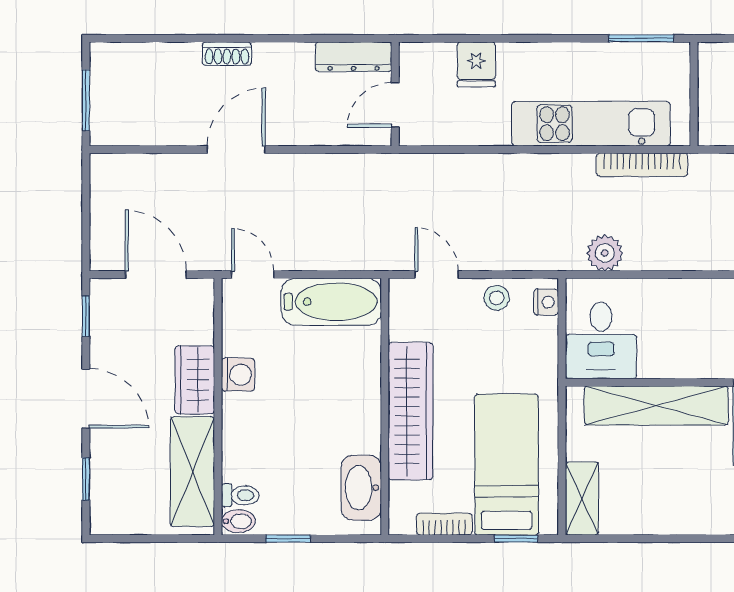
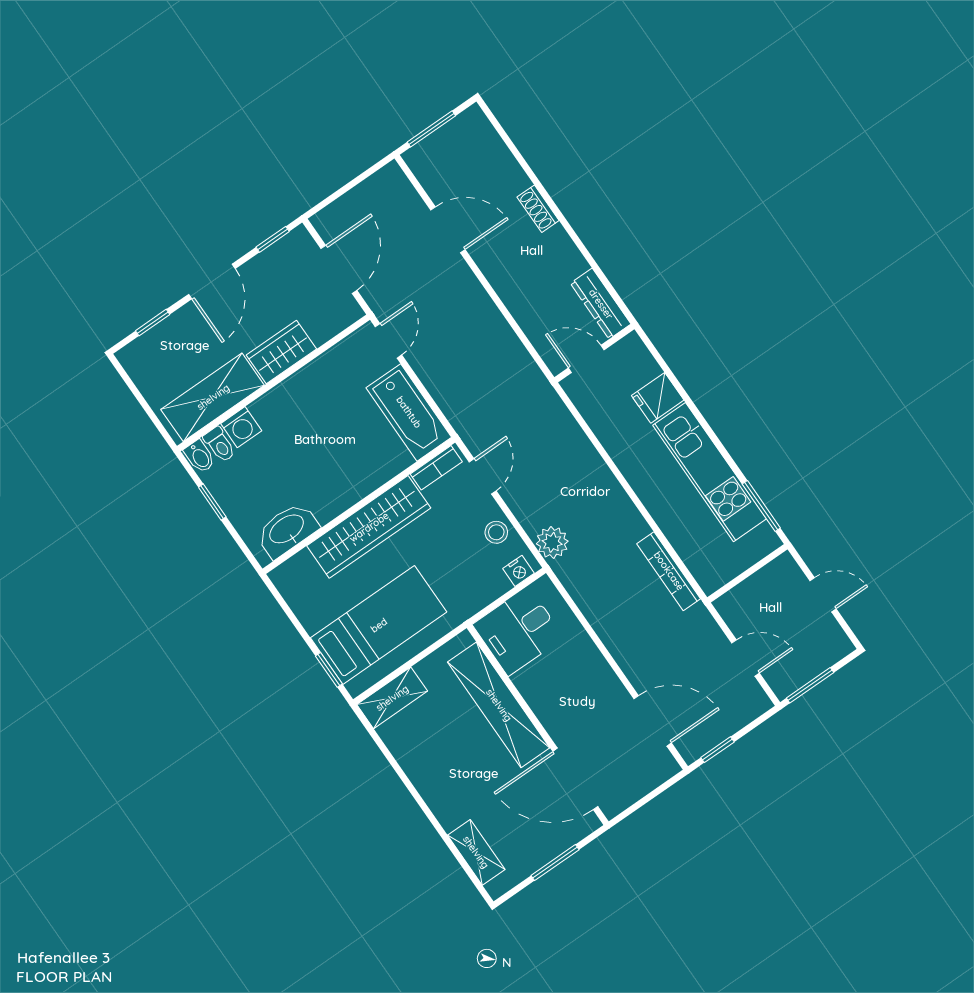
kitchen unit: (591, 124) -> (710, 472), moved, turned 180
door: (236, 150) -> (448, 230), moved
plant: (605, 253) -> (552, 542), moved
washing machine: (238, 375) -> (241, 427), moved
bookcase: (444, 524) -> (436, 468), moved, turned 90

